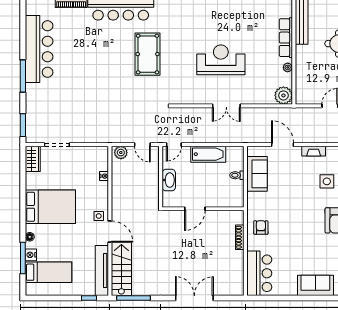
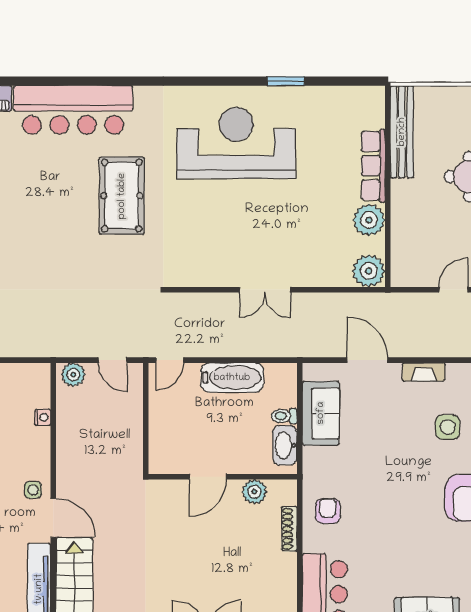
reception desk: (221, 60) -> (236, 143), moved, width x1.36, depth x1.30
plant: (288, 67) -> (369, 220), width x1.87, depth x1.87
washbasin: (169, 180) -> (285, 445), moved, turned 180
plant: (220, 217) -> (254, 492), added

